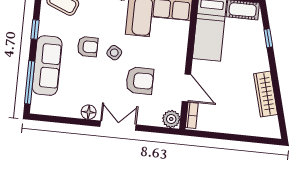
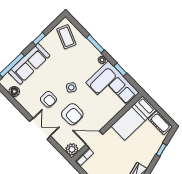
armchair: (88, 47) -> (48, 99), moved
door: (186, 88) -> (94, 139), swing flipped
floor lamp: (89, 112) -> (14, 91), moved

